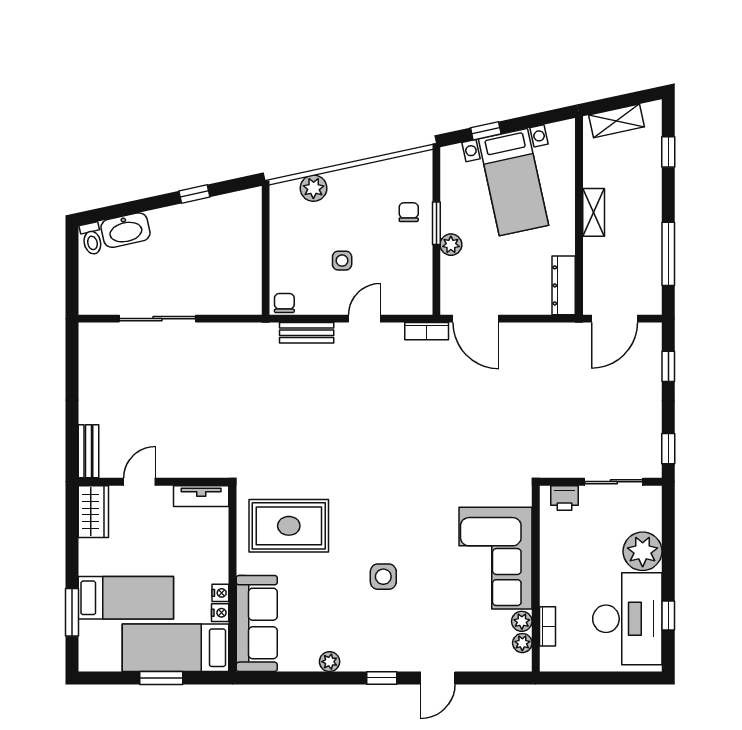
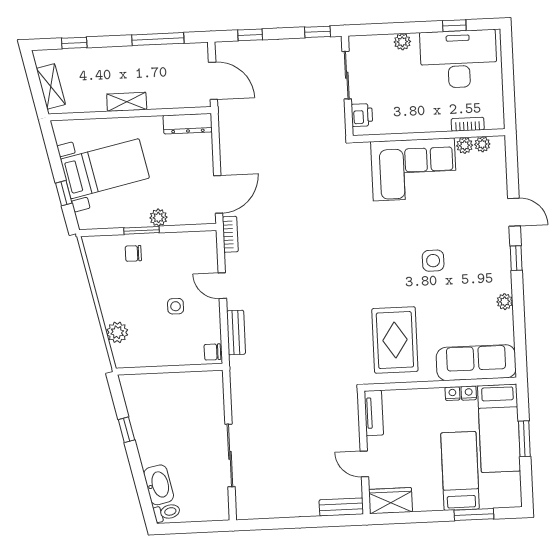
plant: (643, 551) -> (402, 42), width x0.53, depth x0.53

